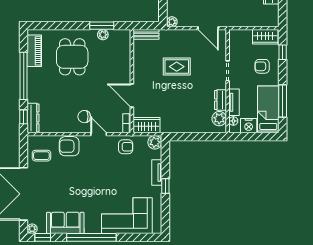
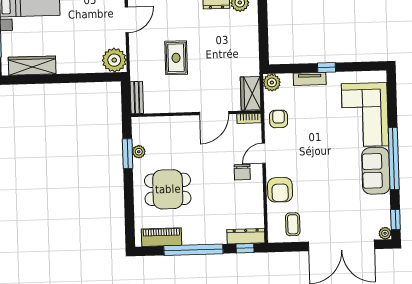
plant: (172, 22) -> (114, 60), width x1.88, depth x1.88
sofa: (65, 223) -> (376, 171), moved

